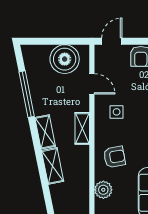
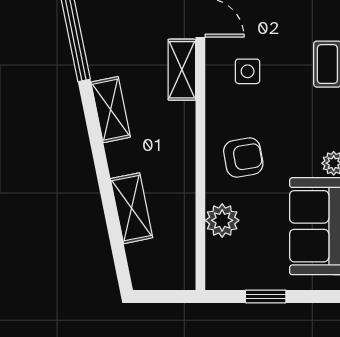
shelving: (82, 128) -> (182, 70), moved
shelving: (53, 166) -> (132, 208), moved

